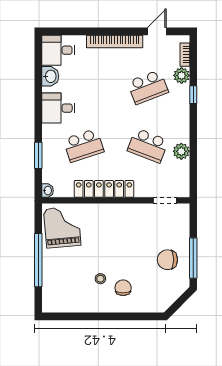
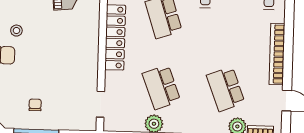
school desk: (148, 145) -> (161, 87), turned -42
chair: (167, 260) -> (35, 105), width x0.54, depth x0.54

